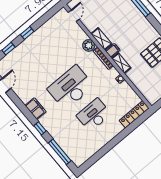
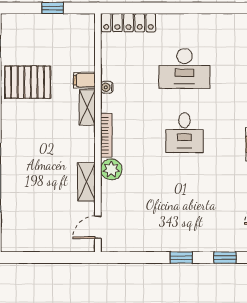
shelving: (101, 39) -> (87, 182), moved
filing cabinet: (113, 51) -> (84, 80), moved
desk: (71, 87) -> (184, 133), width x0.53, depth x0.77

